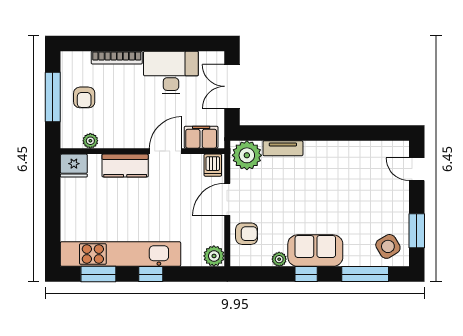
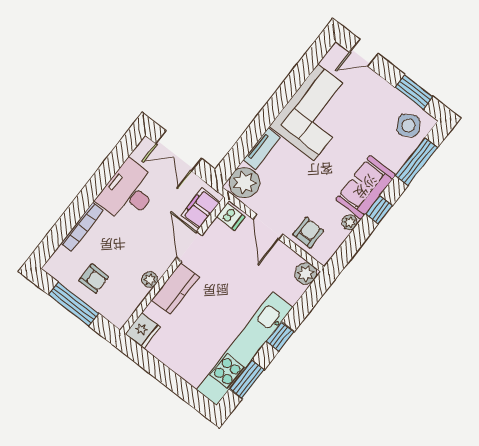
plant: (90, 141) -> (150, 280), moved
corner sofa: (343, 168) -> (316, 113), added

